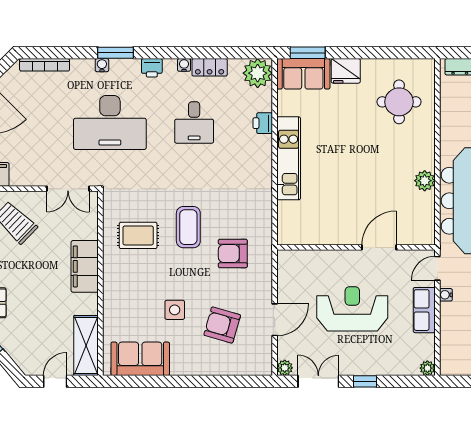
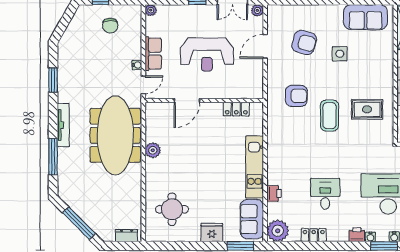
water cooler: (184, 65) -> (370, 237), moved
sofa: (303, 74) -> (252, 219), moved, turned -90
locker: (313, 236) -> (236, 109), added

